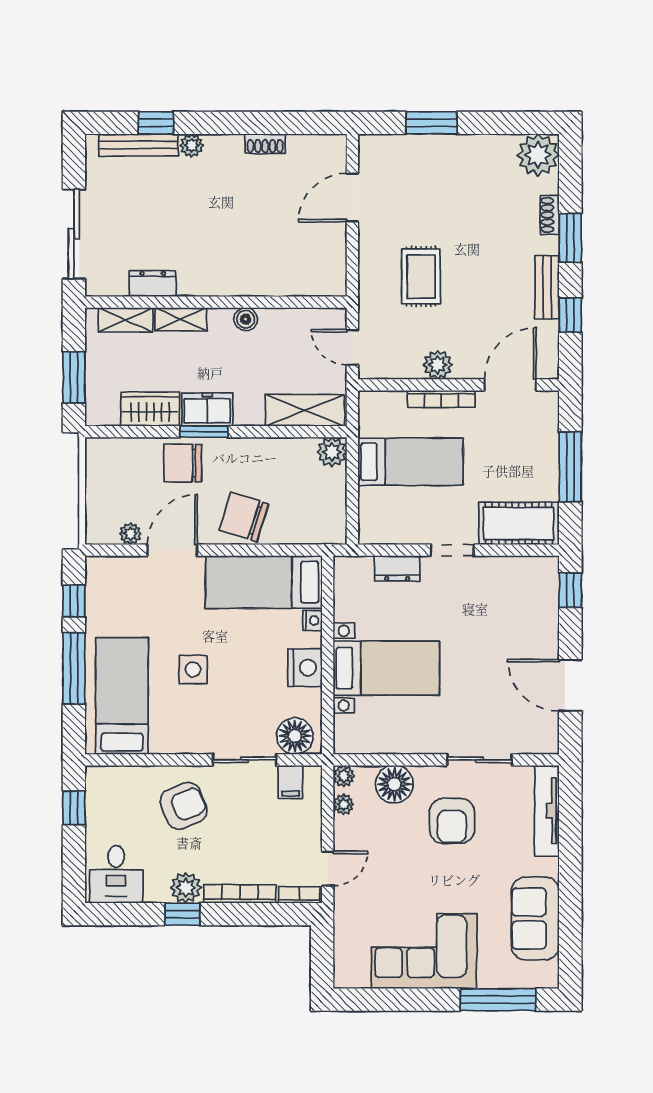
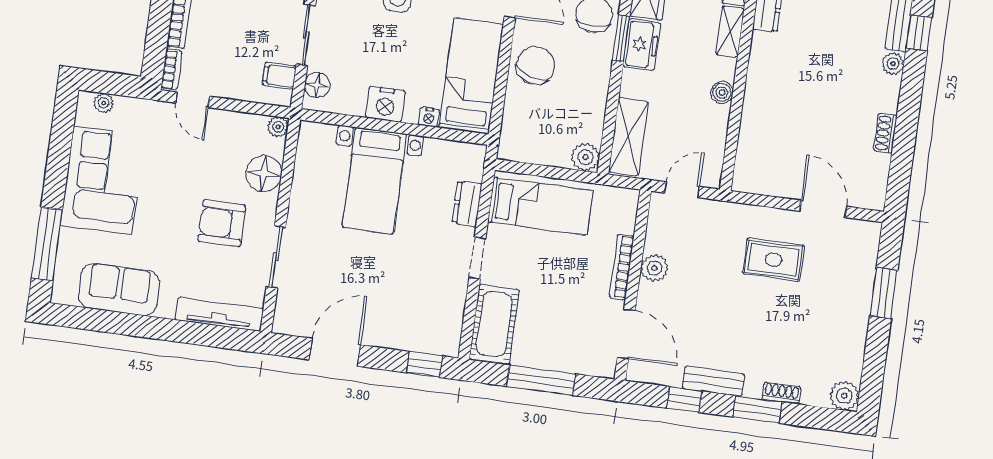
plant: (538, 155) -> (844, 396), width x0.73, depth x0.73
rug: (421, 276) -> (774, 260), moved
bed: (410, 462) -> (540, 206), moved, turned -90
floor lamp: (295, 736) -> (317, 85), width x0.73, depth x0.73
plant: (343, 804) -> (104, 103), moved

